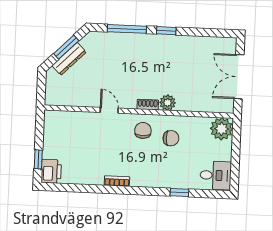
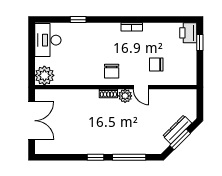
plant: (168, 103) -> (125, 96), moved
chair: (171, 138) -> (156, 65), moved
desk: (216, 175) -> (48, 40), width x1.37

